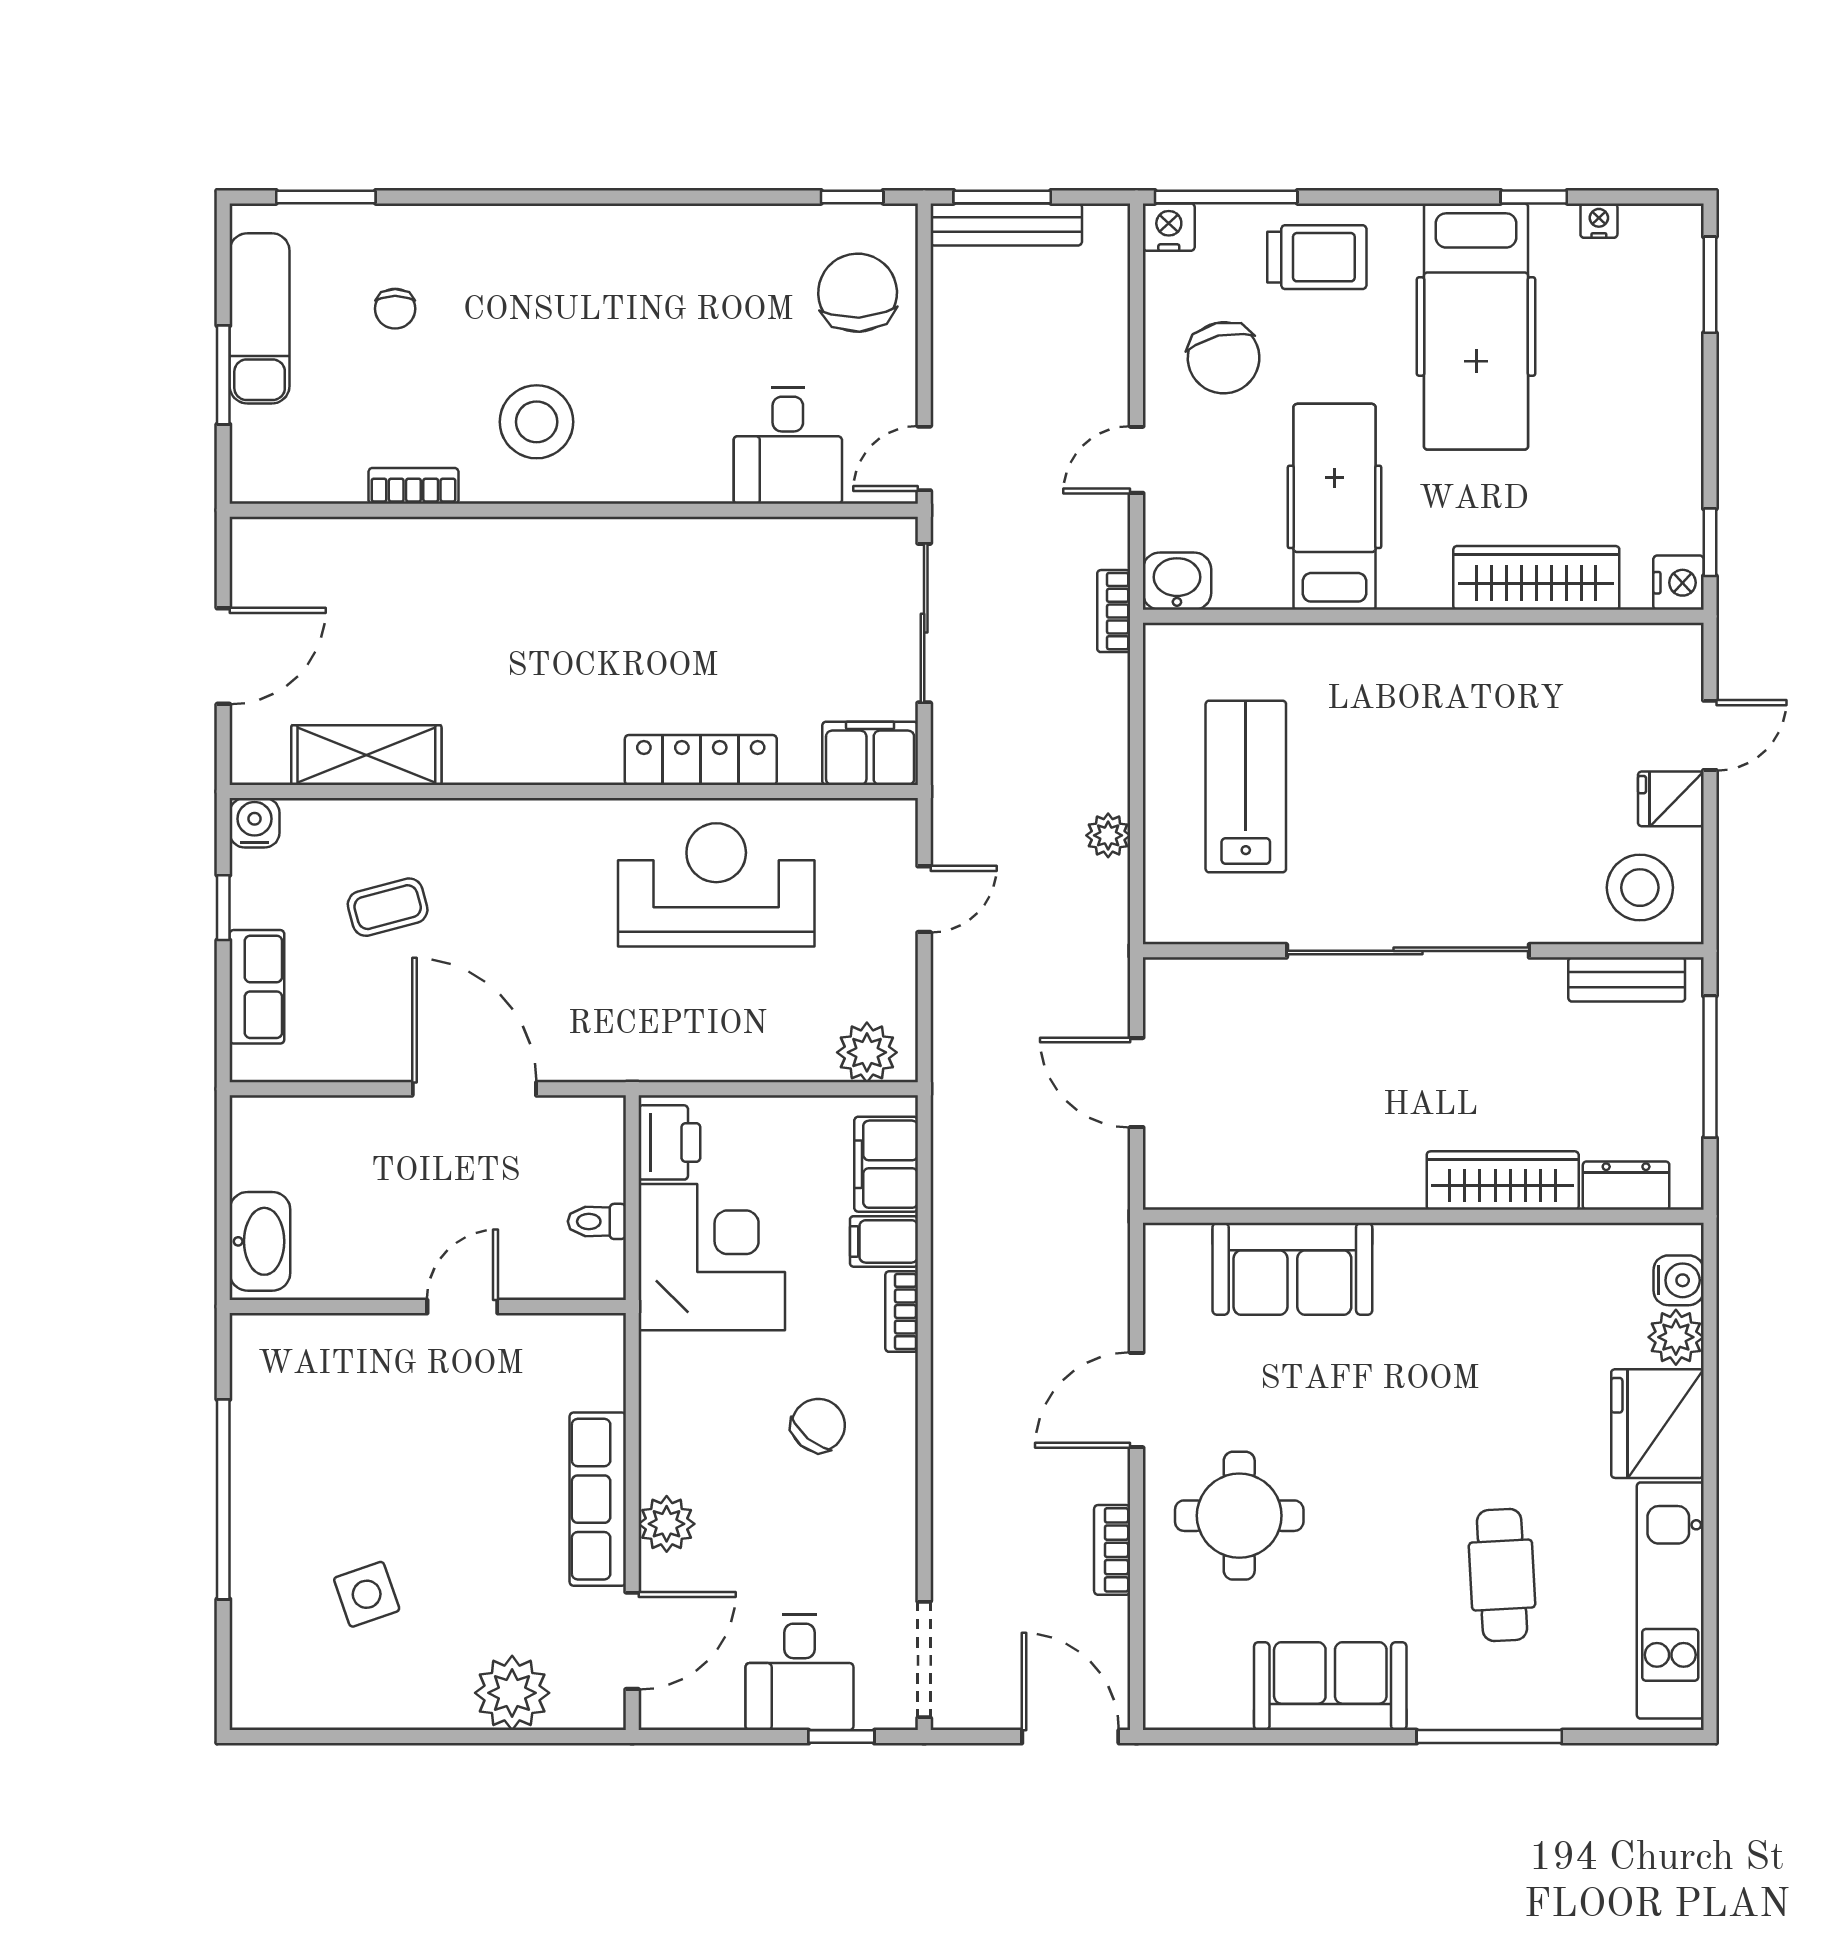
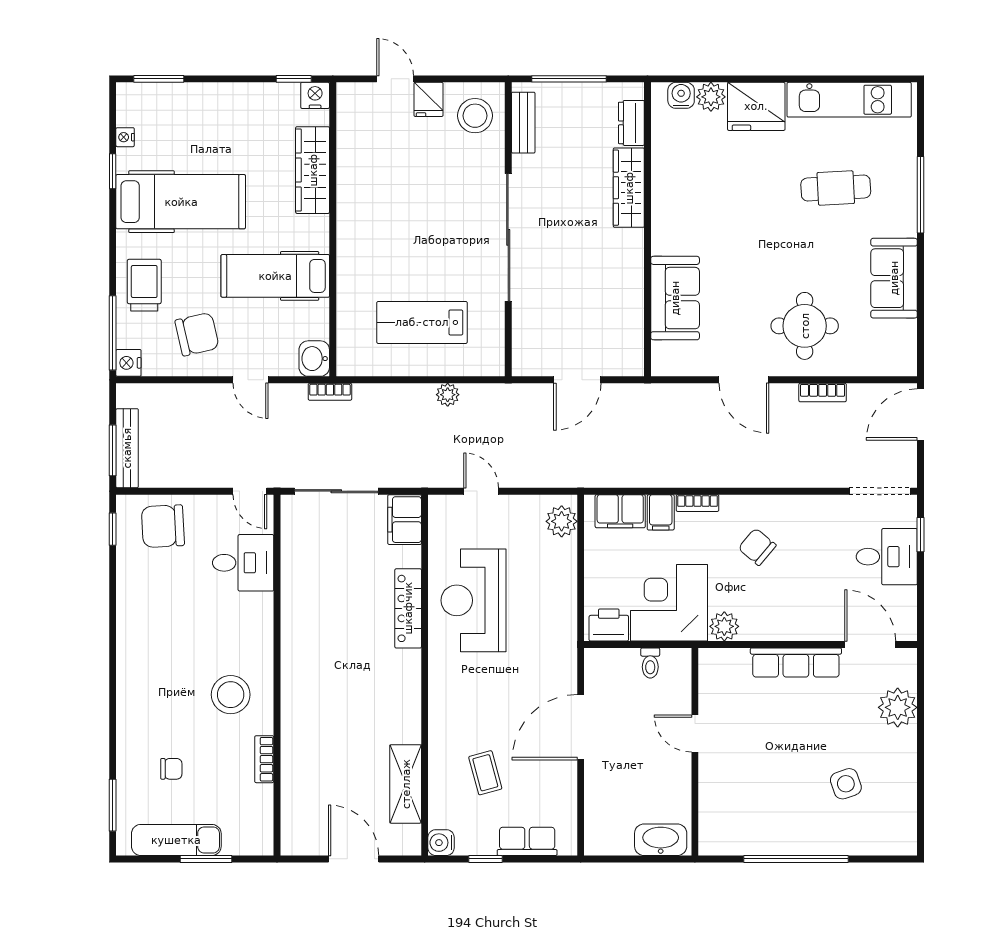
plant: (667, 1524) -> (724, 626), moved

